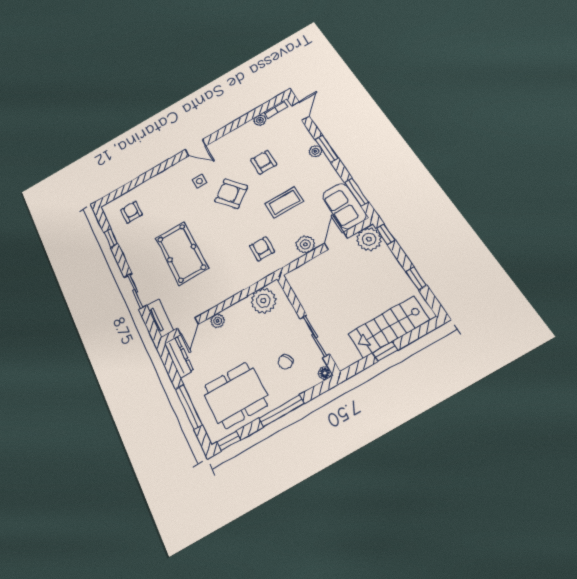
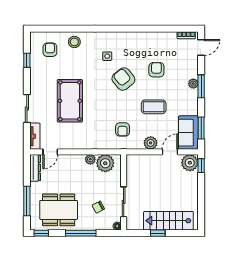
plant: (260, 120) -> (171, 36), removed
door: (195, 148) -> (117, 29), removed
stool: (155, 189) -> (74, 42), added
armchair: (262, 249) -> (123, 129), turned 180
window: (416, 279) -> (201, 202), removed
plant: (218, 321) -> (90, 159), moved

